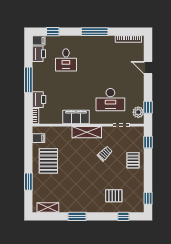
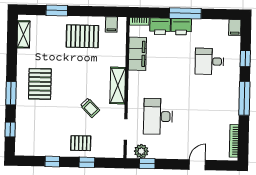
window: (53, 32) -> (245, 59), moved
printer: (39, 54) -> (181, 27), moved
filing cabinet: (76, 117) -> (137, 54), moved
window: (148, 142) -> (87, 162), moved
pallet: (114, 196) -> (40, 84), moved, width x1.50, depth x1.42
window: (148, 198) -> (52, 162), moved
window: (77, 216) -> (11, 93), moved

